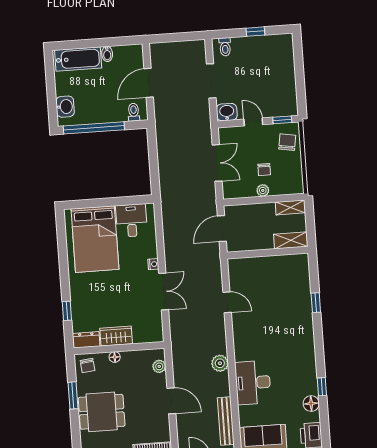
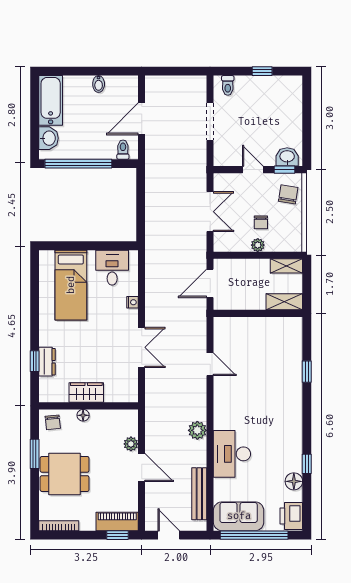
bathtub: (78, 59) -> (51, 100), moved, turned -90
washbasin: (227, 112) -> (287, 157), moved
bed: (95, 239) -> (71, 285), width x0.67
nightstand: (153, 264) -> (133, 302), moved
dresser: (86, 340) -> (47, 362), moved, turned 90
plant: (159, 366) -> (131, 444), moved

